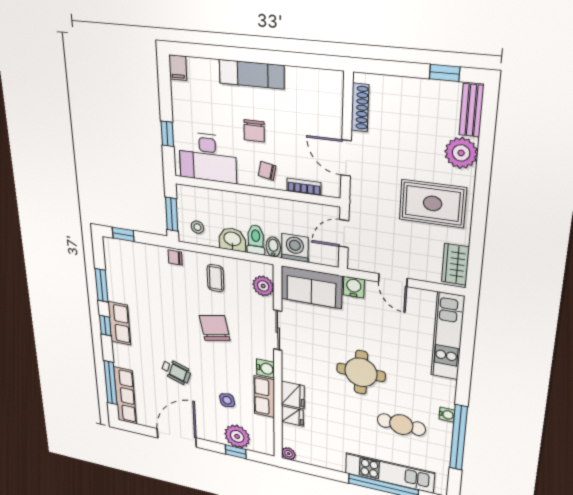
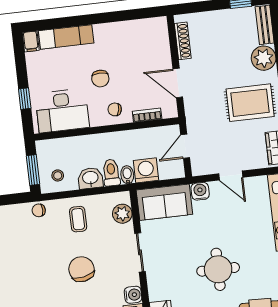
exam couch: (252, 74) -> (66, 37), moved

